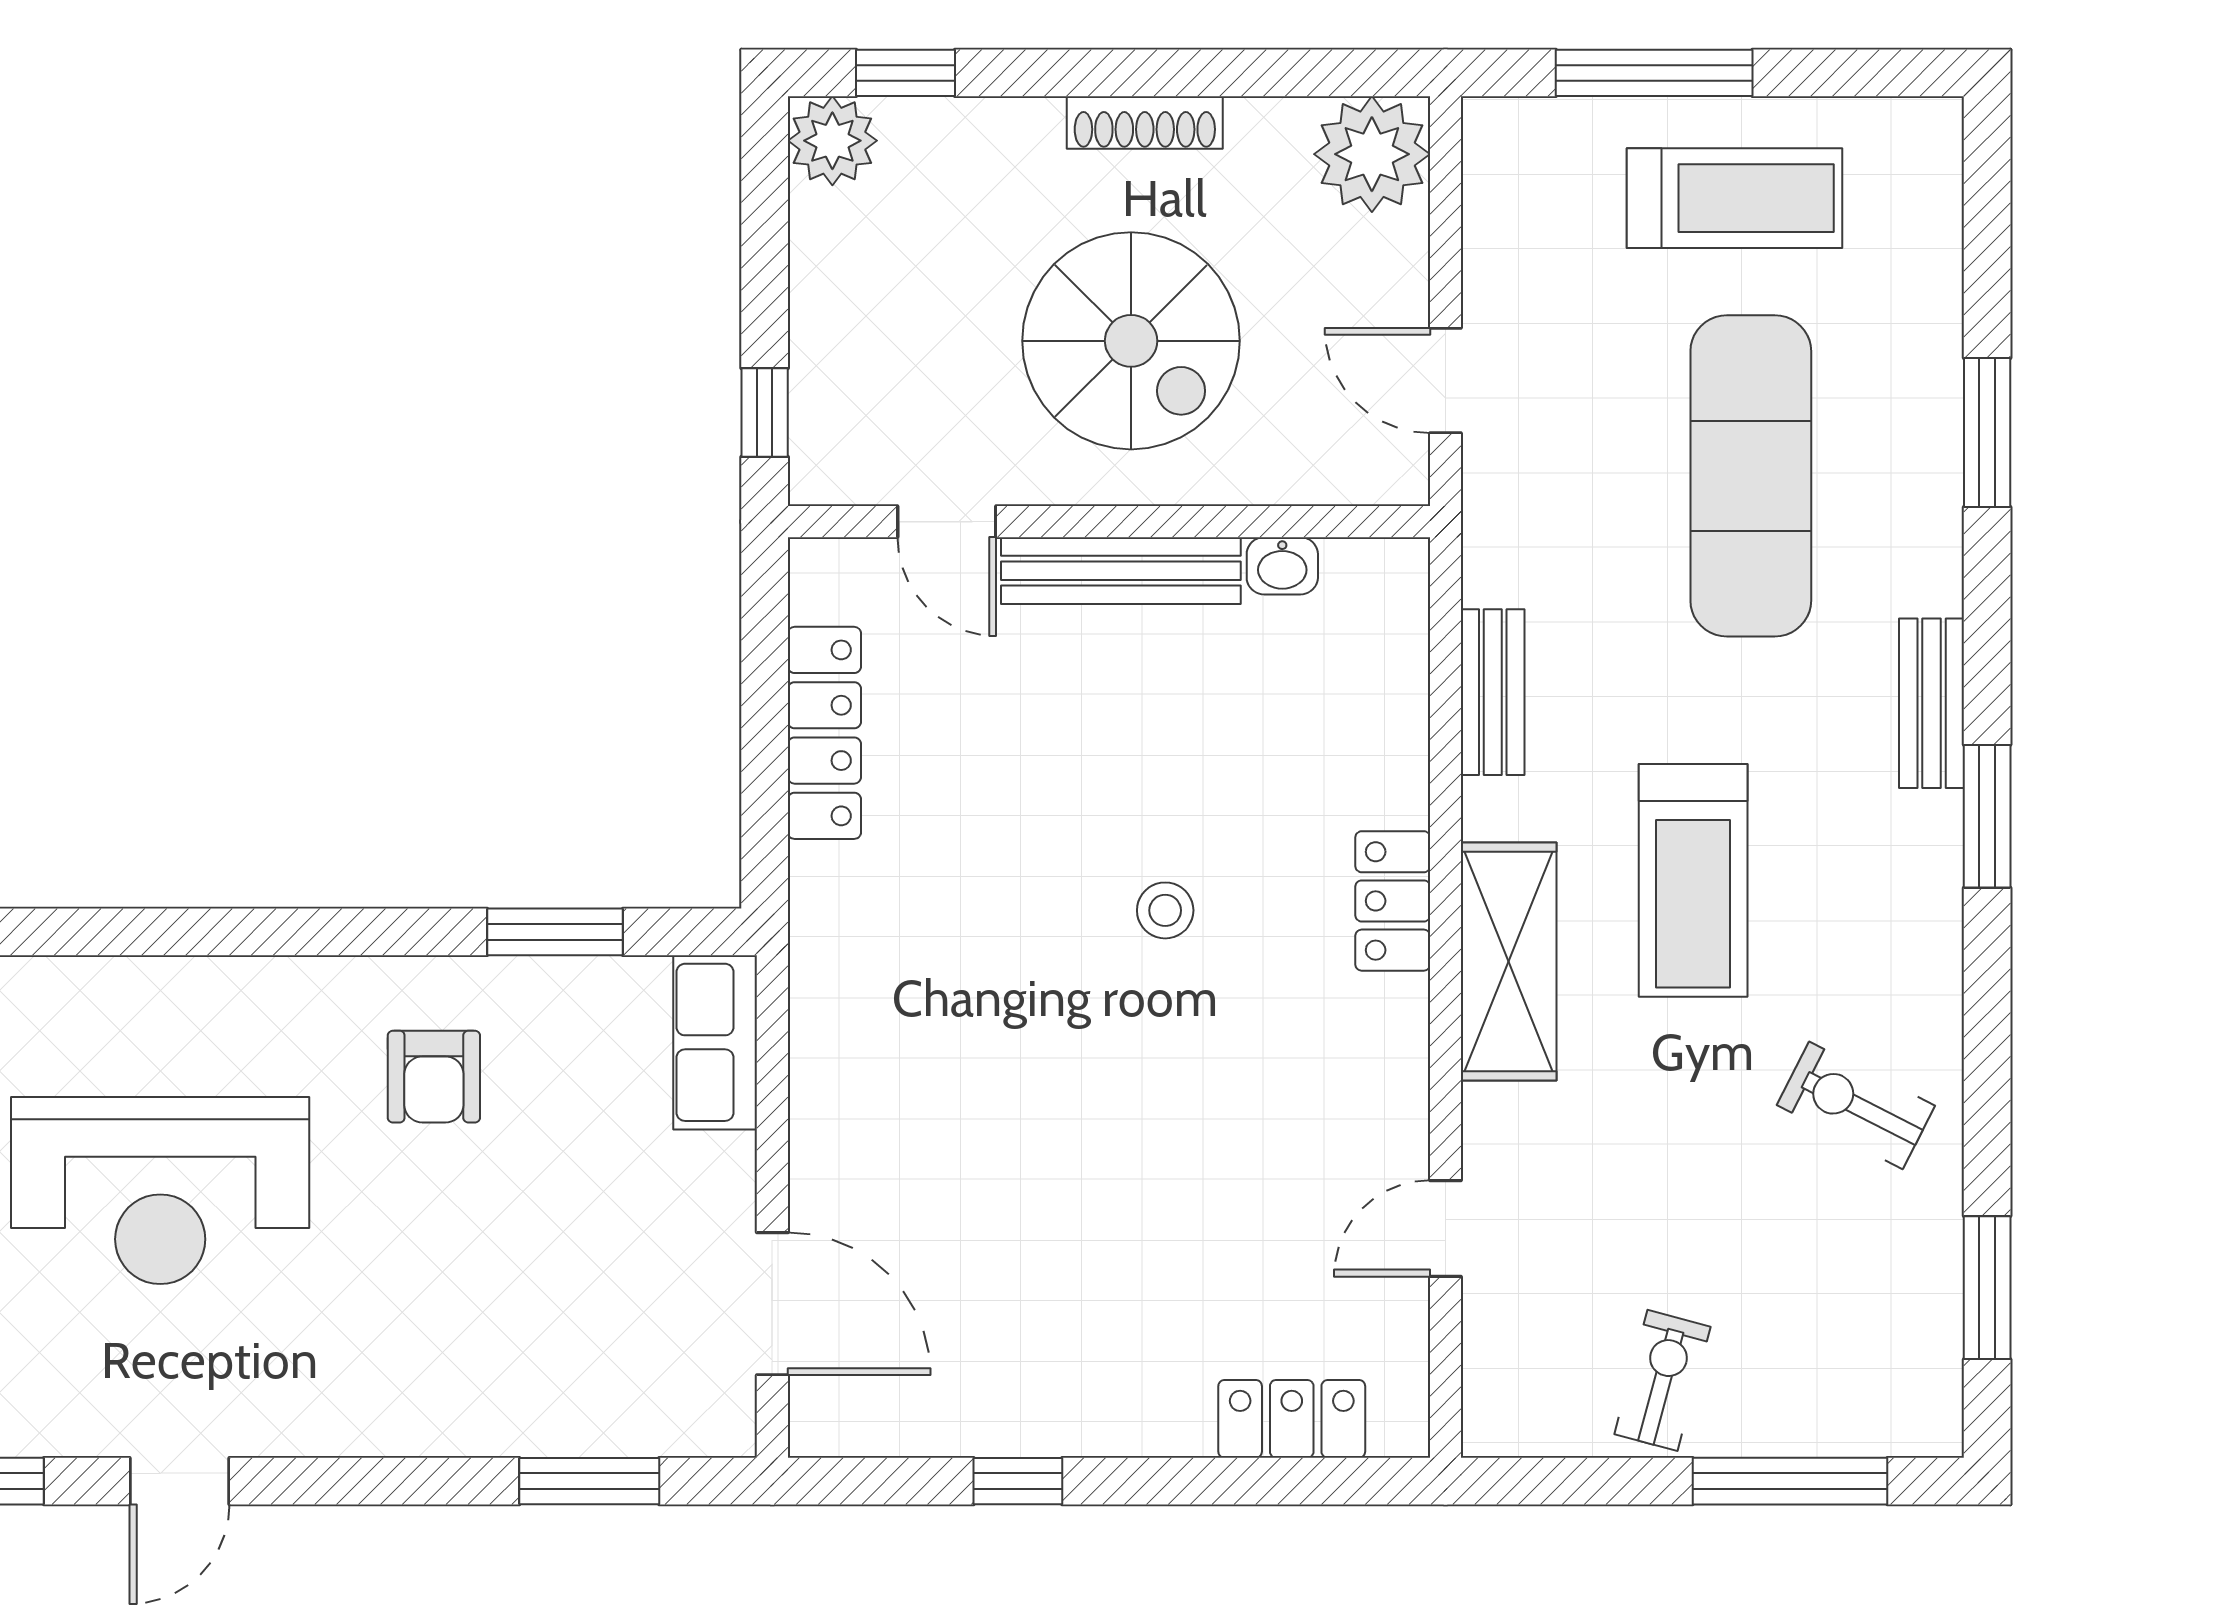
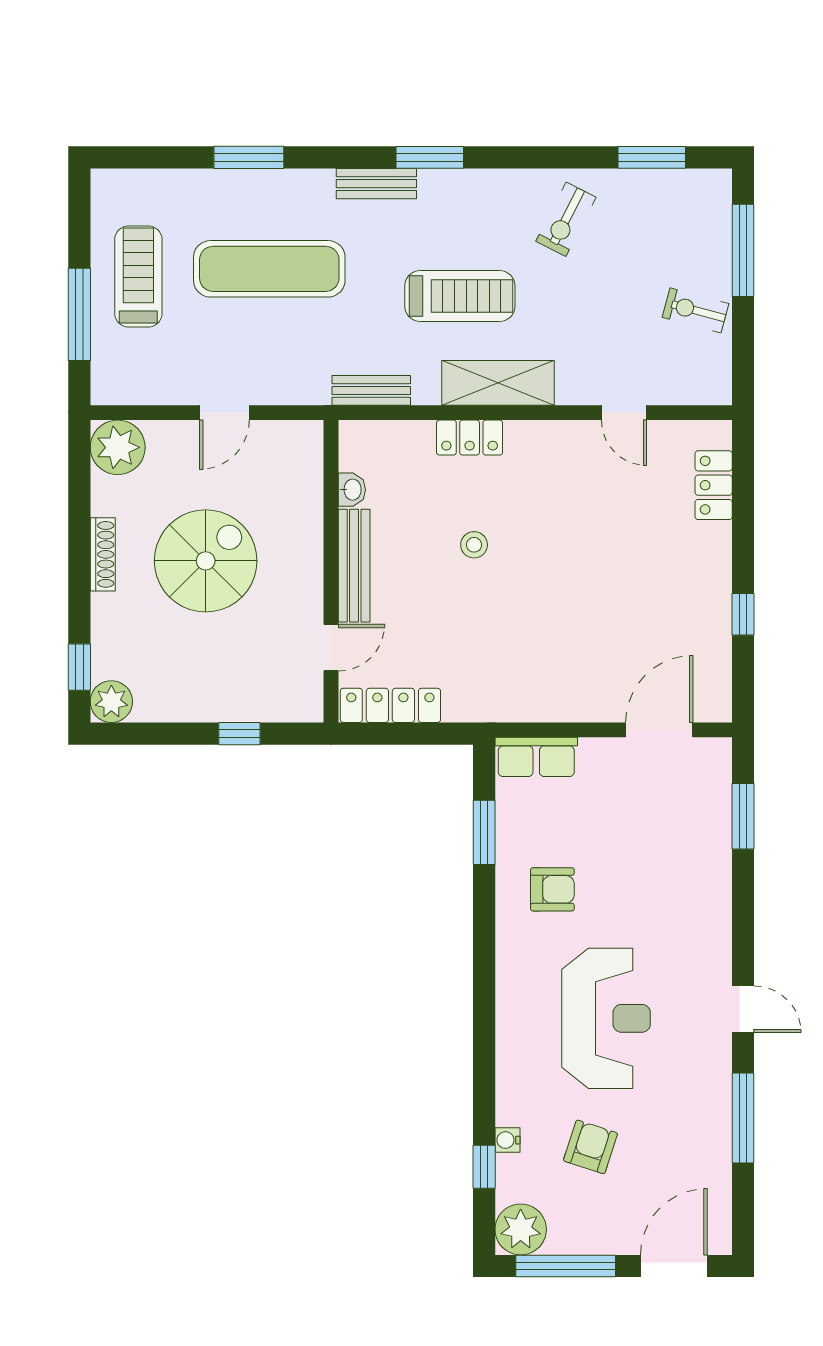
door: (947, 522) -> (331, 648), moved
wall: (1109, 522) -> (331, 571), moved
washbasin: (1282, 566) -> (352, 490), moved
bench: (1121, 571) -> (354, 566), moved

